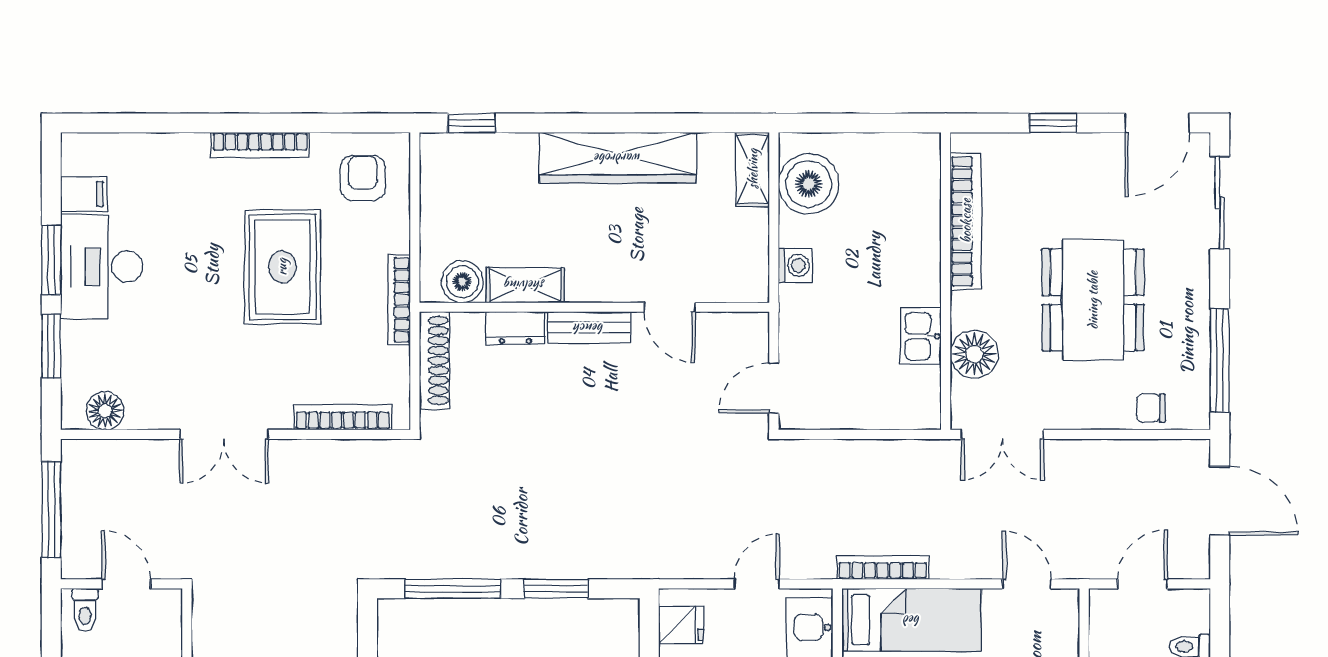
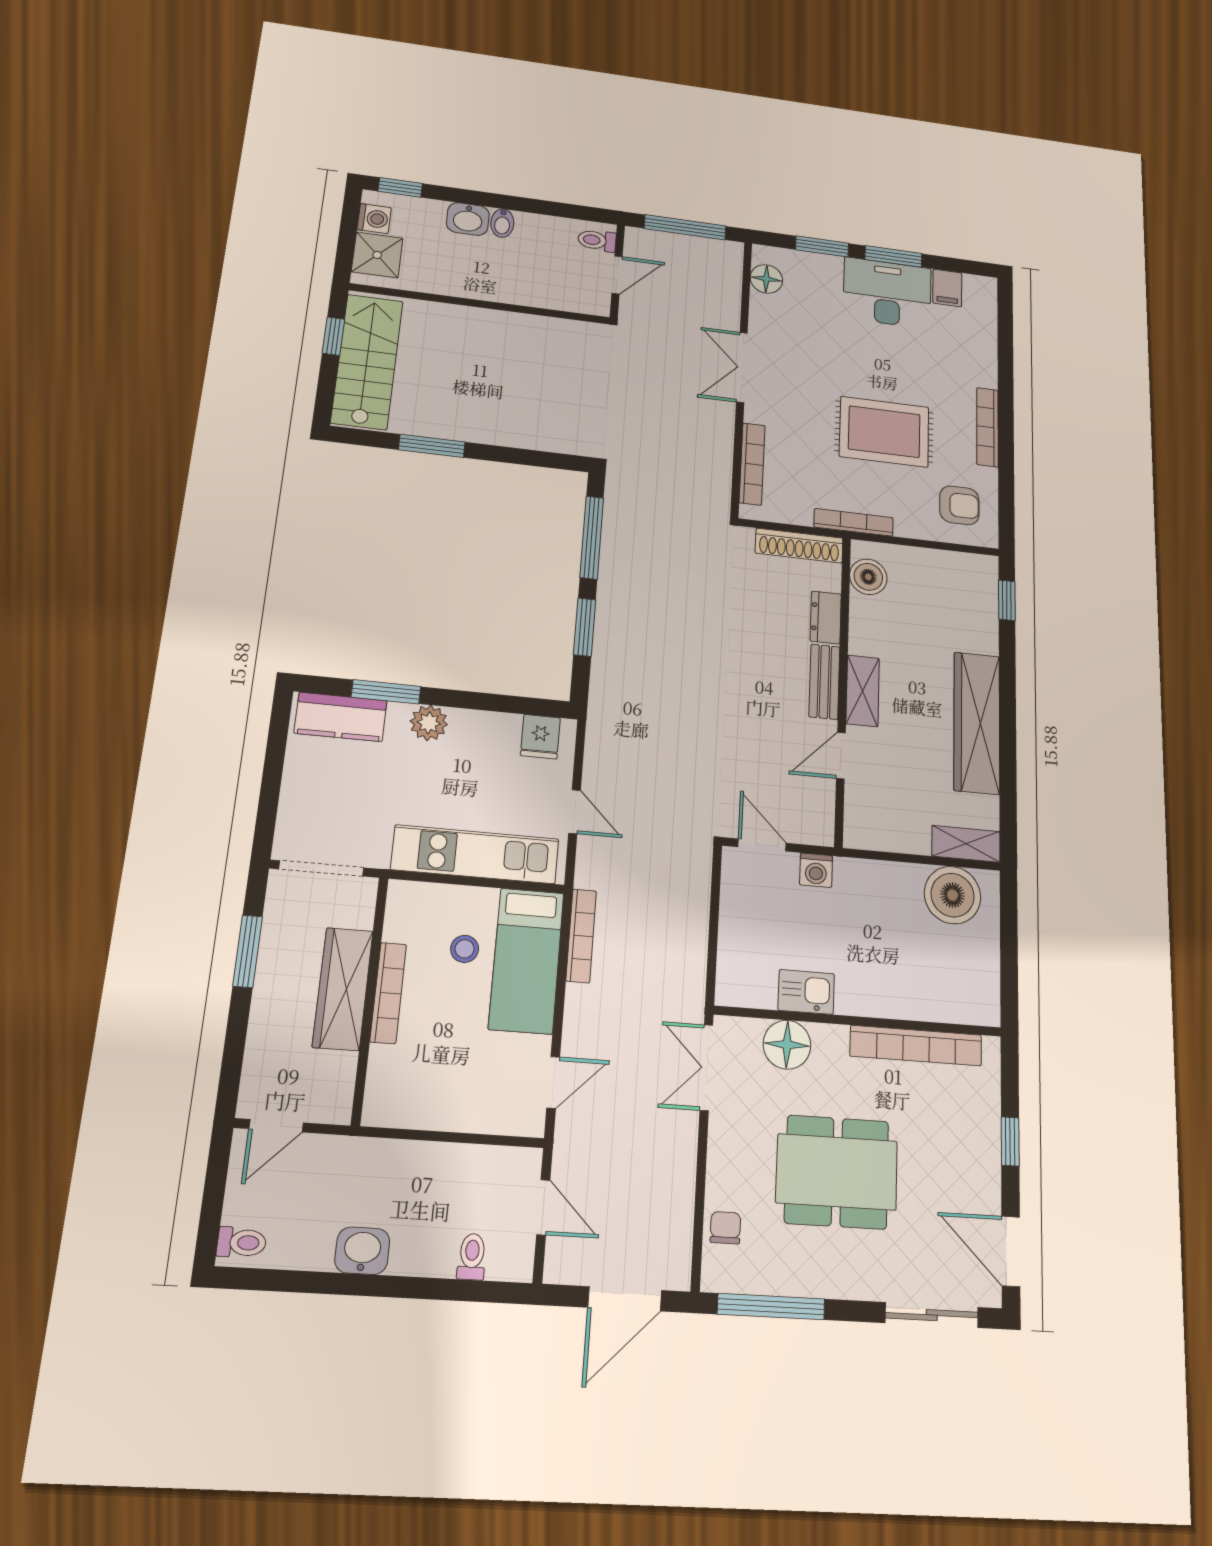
washing machine: (795, 265) -> (816, 870), moved
shelving: (525, 285) -> (863, 691), moved

